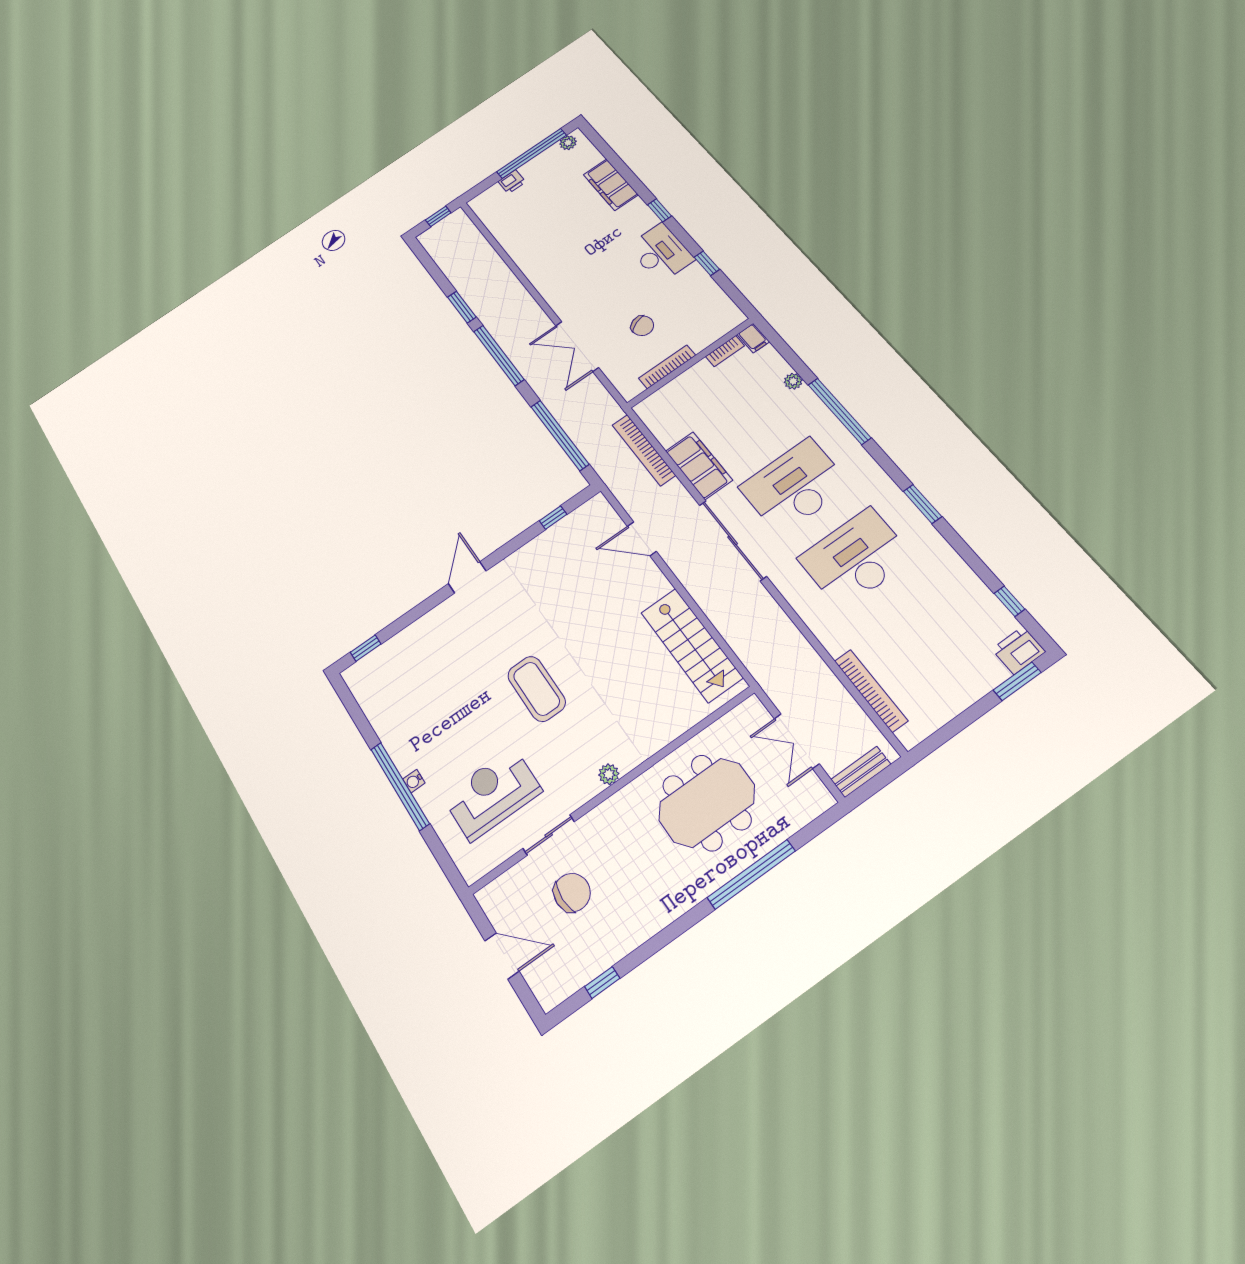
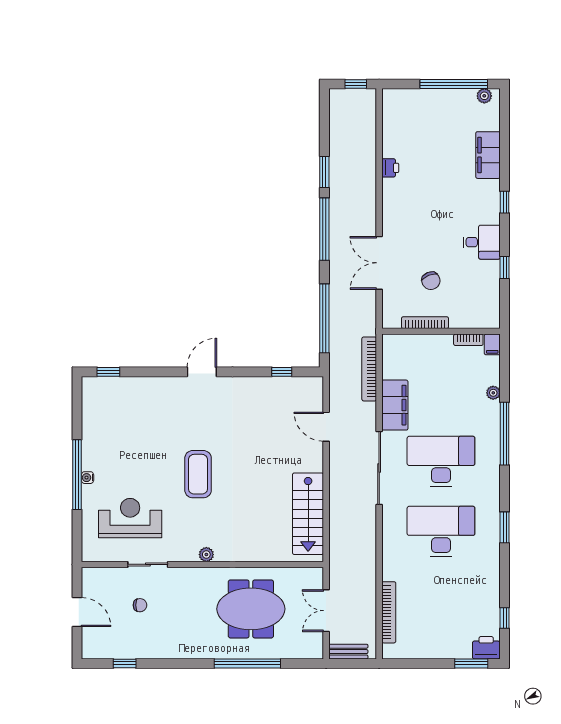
printer: (512, 182) -> (390, 168), moved, turned -90
desk: (661, 253) -> (482, 242), width x0.73
chair: (572, 893) -> (140, 605), width x0.54, depth x0.54

